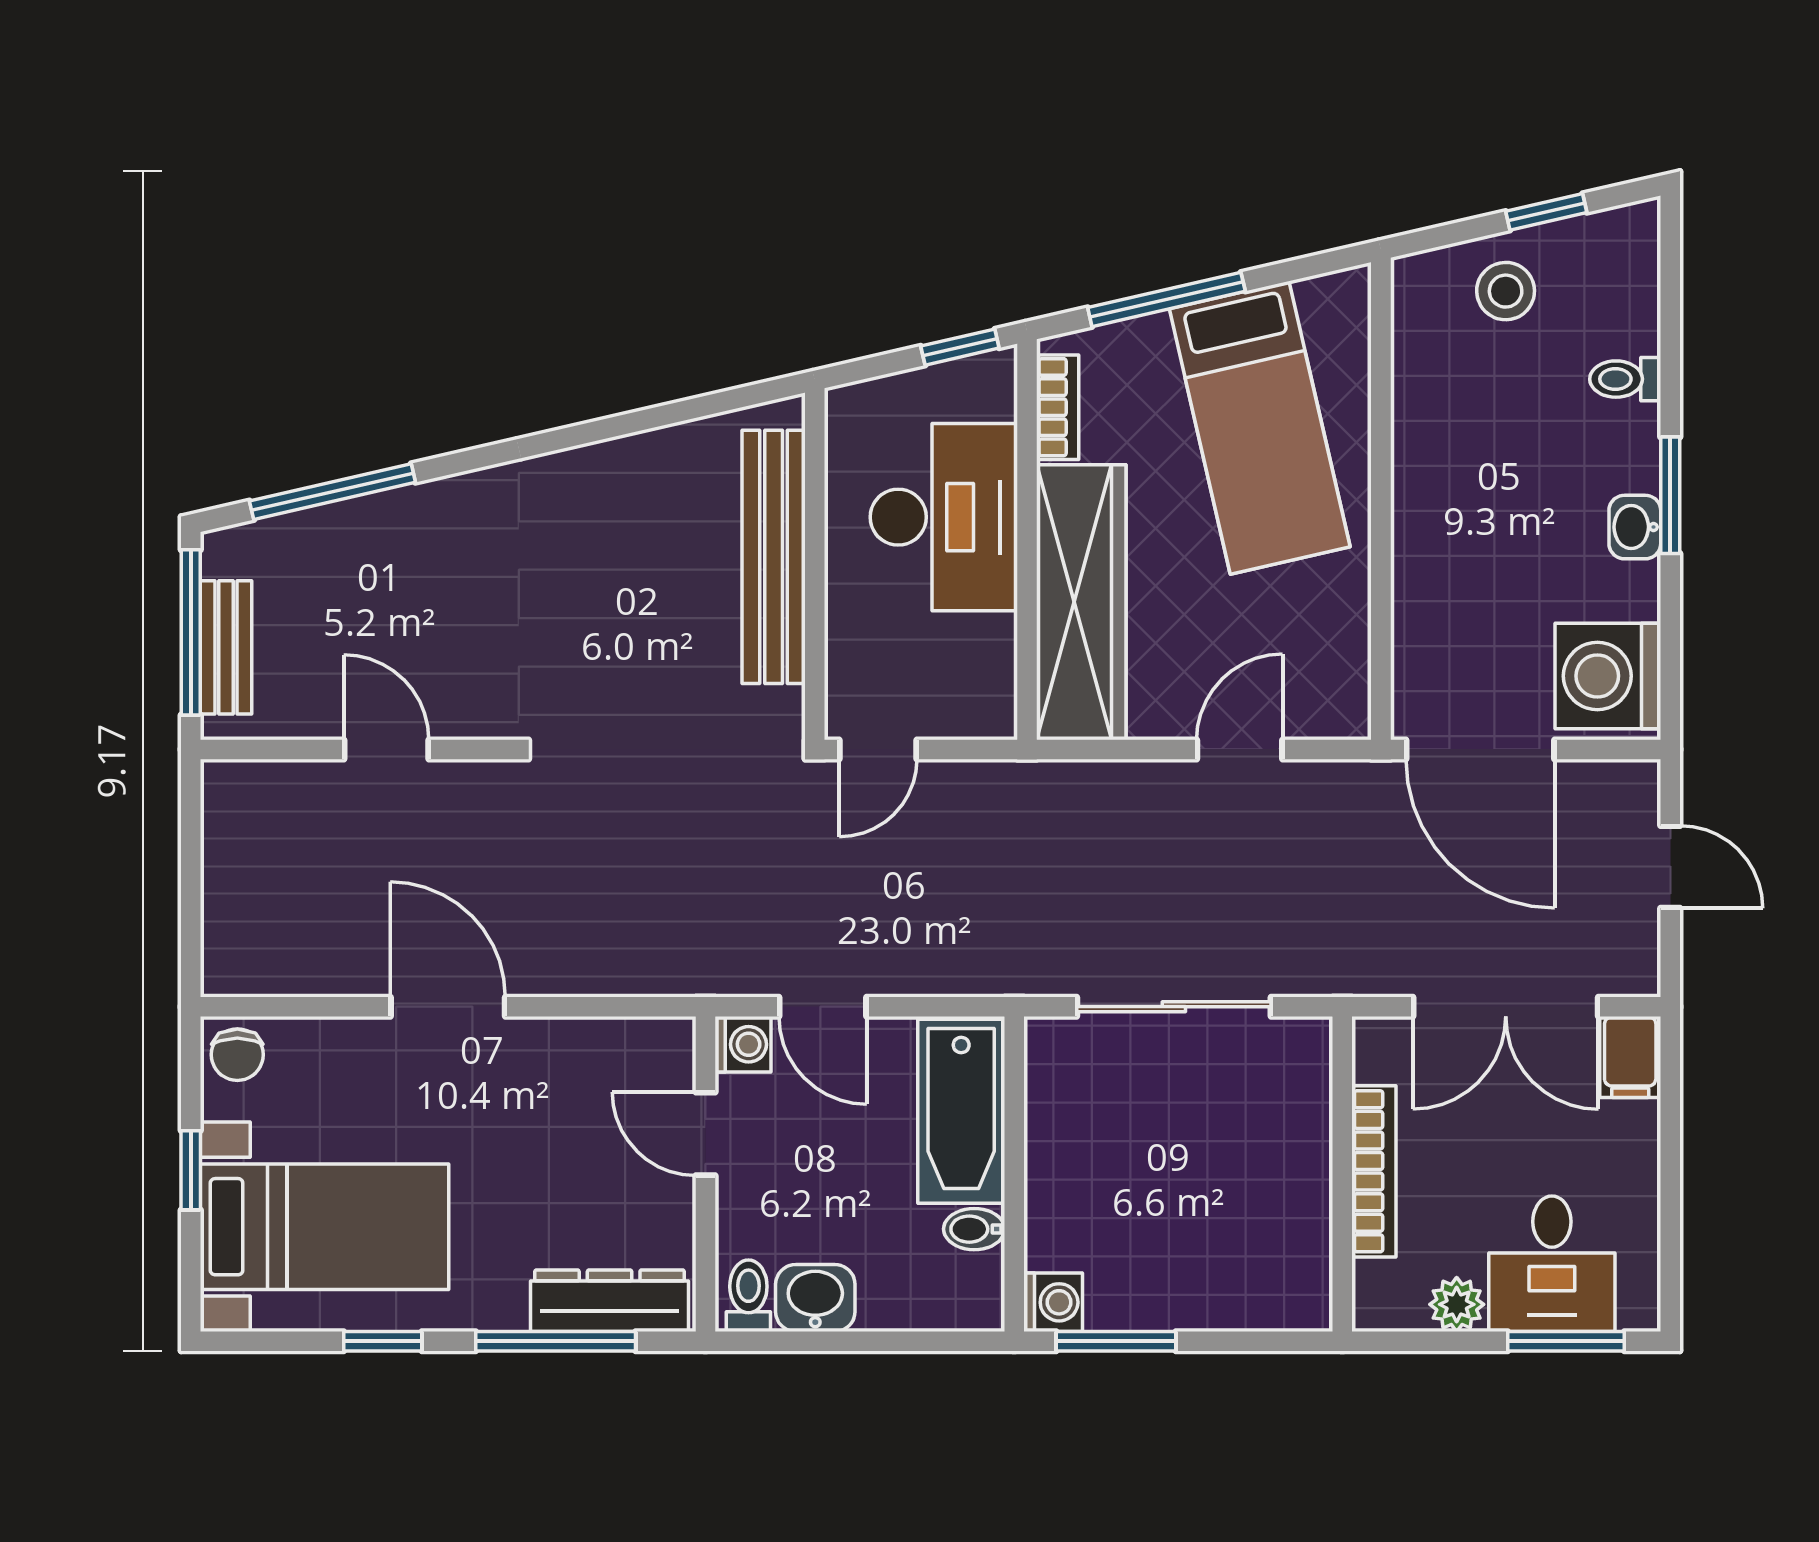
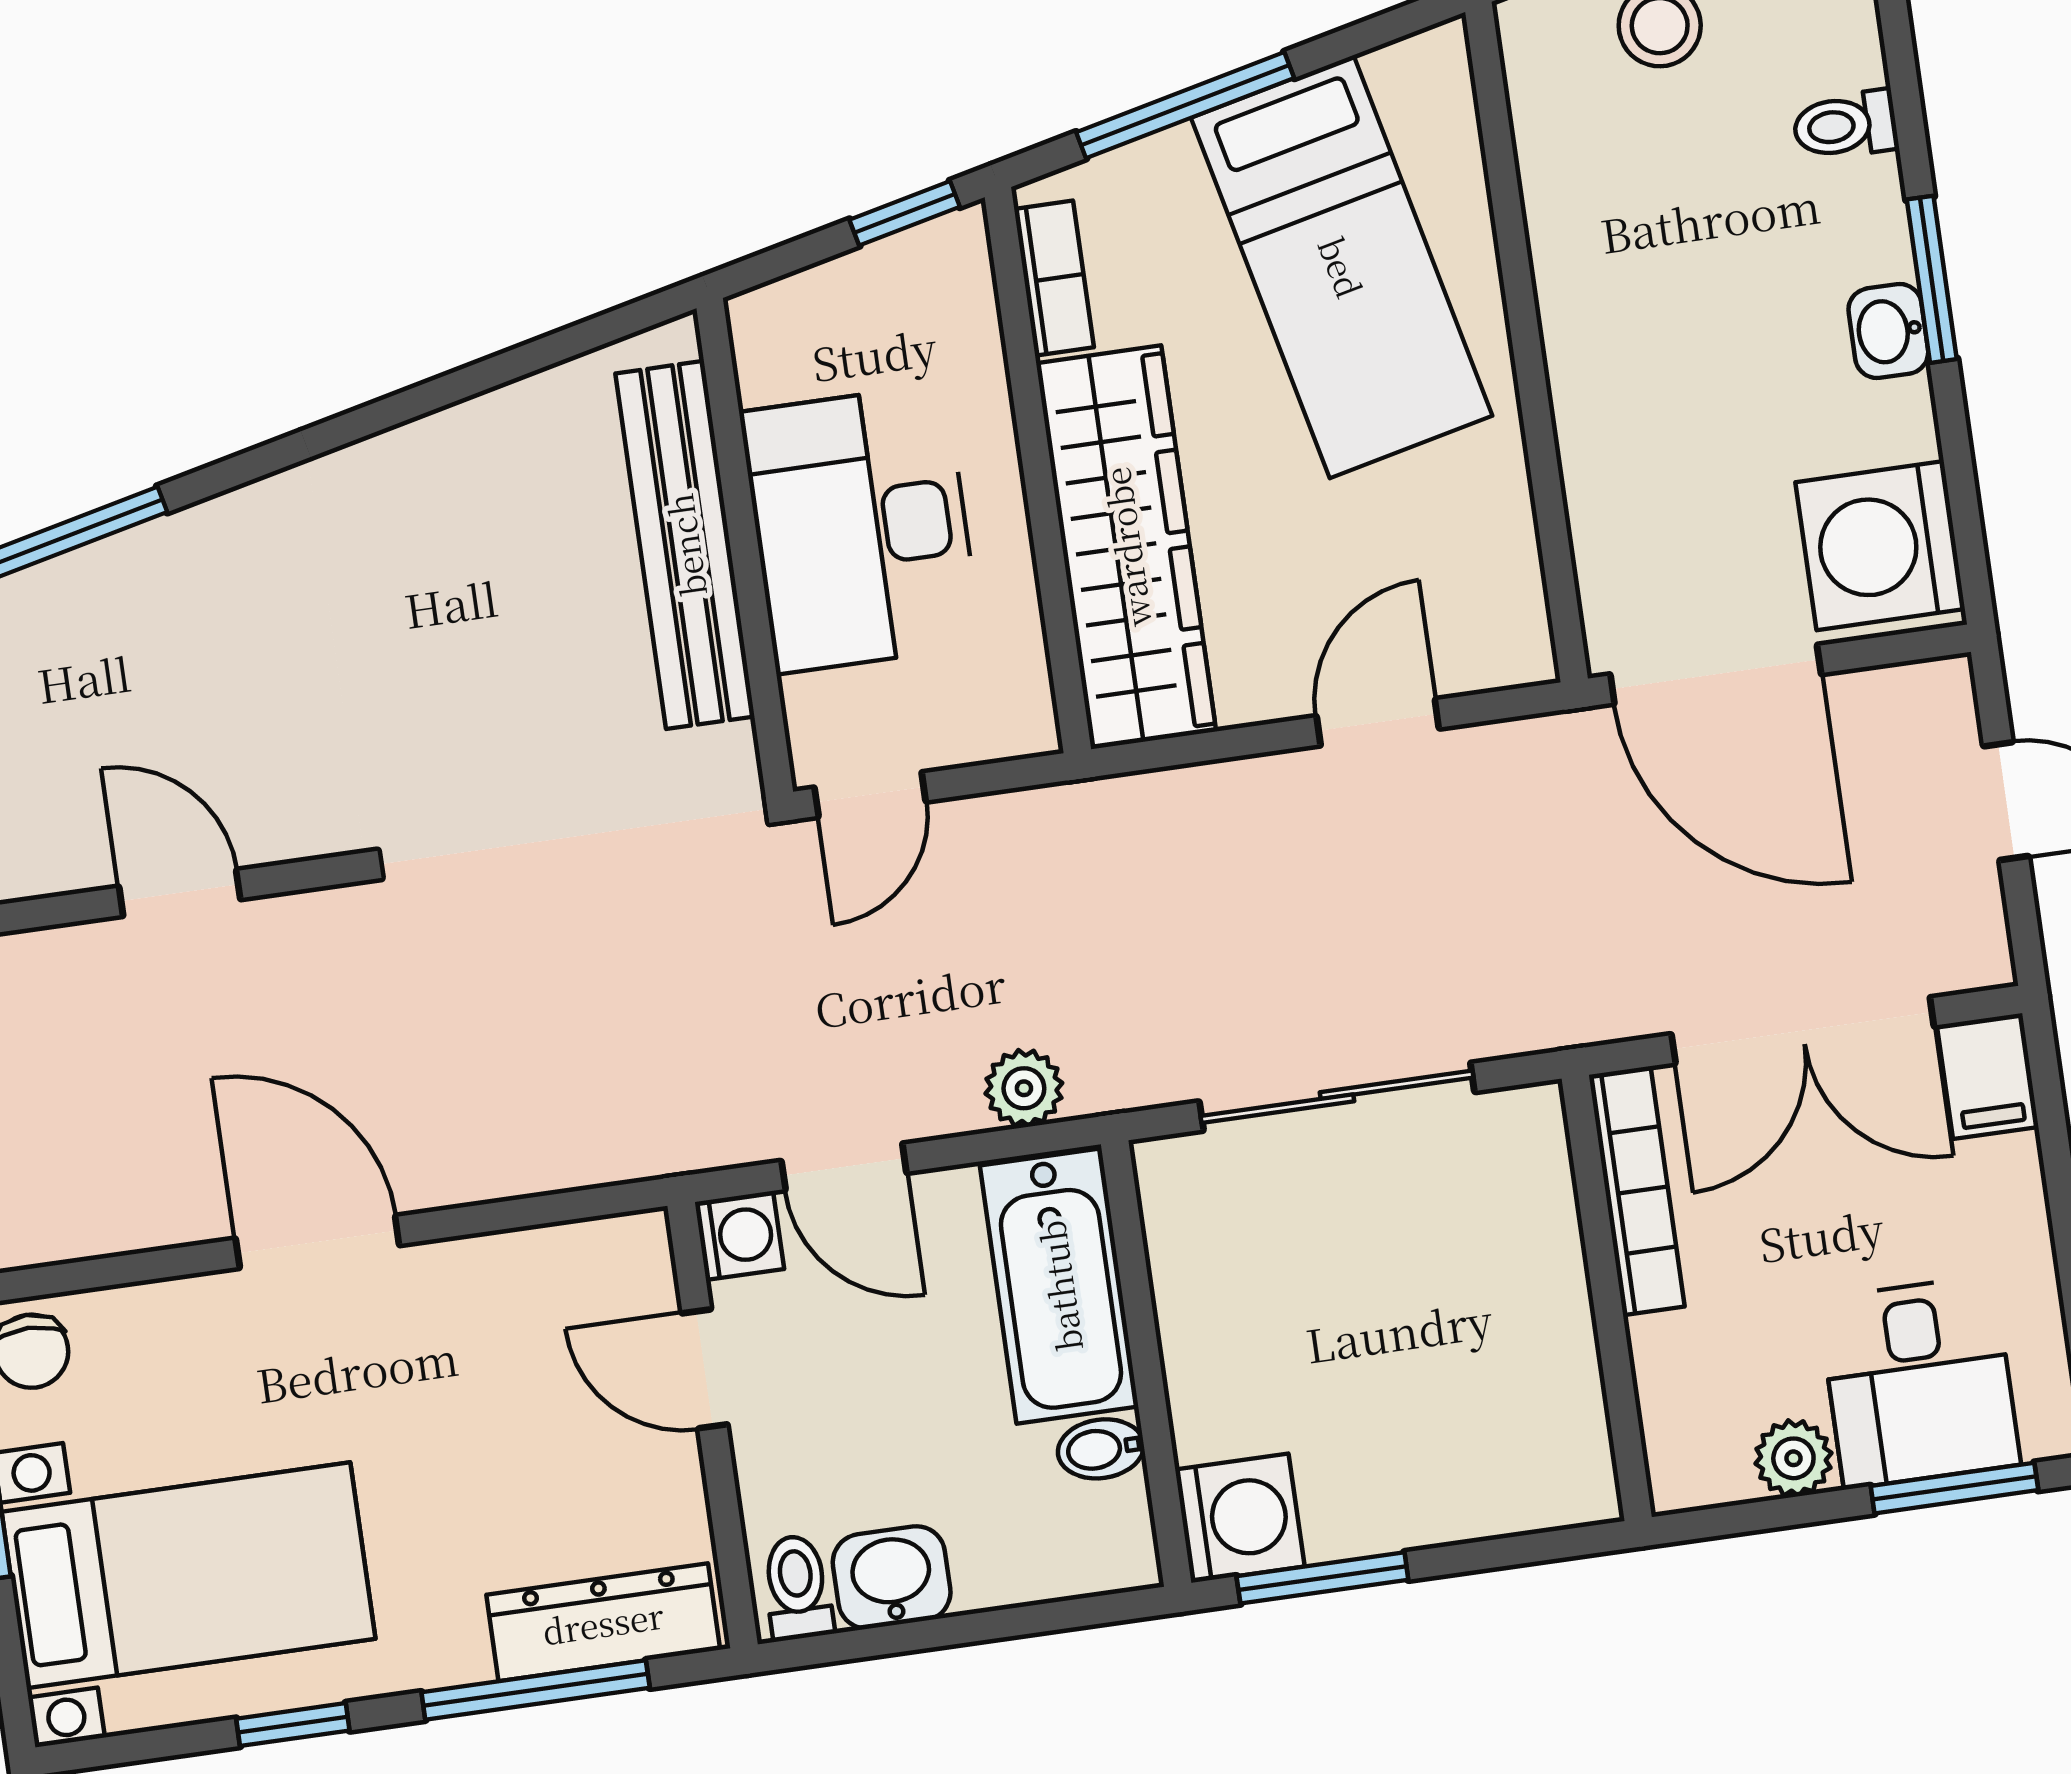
desk: (944, 517) -> (861, 529), moved, turned 180
plant: (956, 970) -> (1024, 1088), added
bookcase: (1374, 1171) -> (1637, 1191), moved
washing machine: (1053, 1302) -> (1240, 1518), width x1.38, depth x1.38

